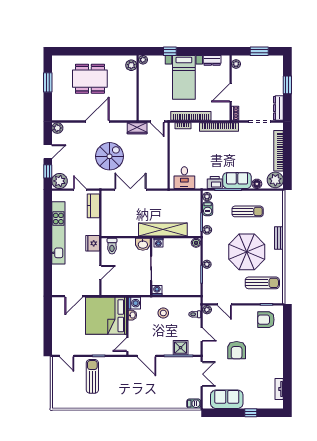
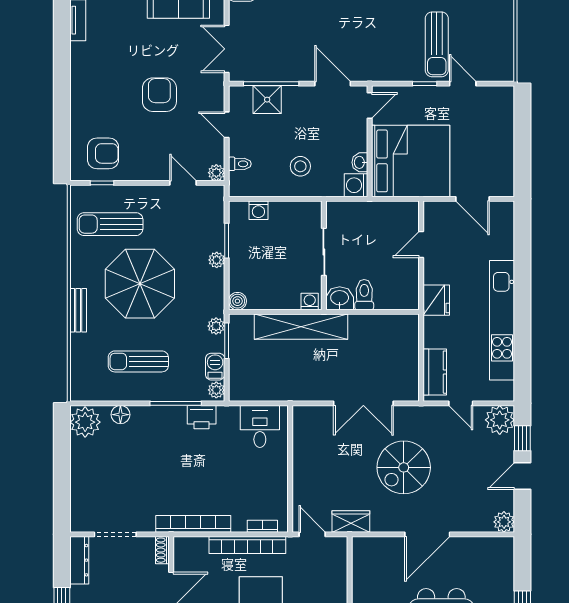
bookcase: (279, 151) -> (79, 478), removed
sofa: (237, 180) -> (159, 421), removed
toilet: (112, 246) -> (364, 295), moved
washing machine: (157, 290) -> (258, 210), moved
door: (74, 296) -> (472, 199), swing flipped
door: (67, 356) -> (463, 84), moved

